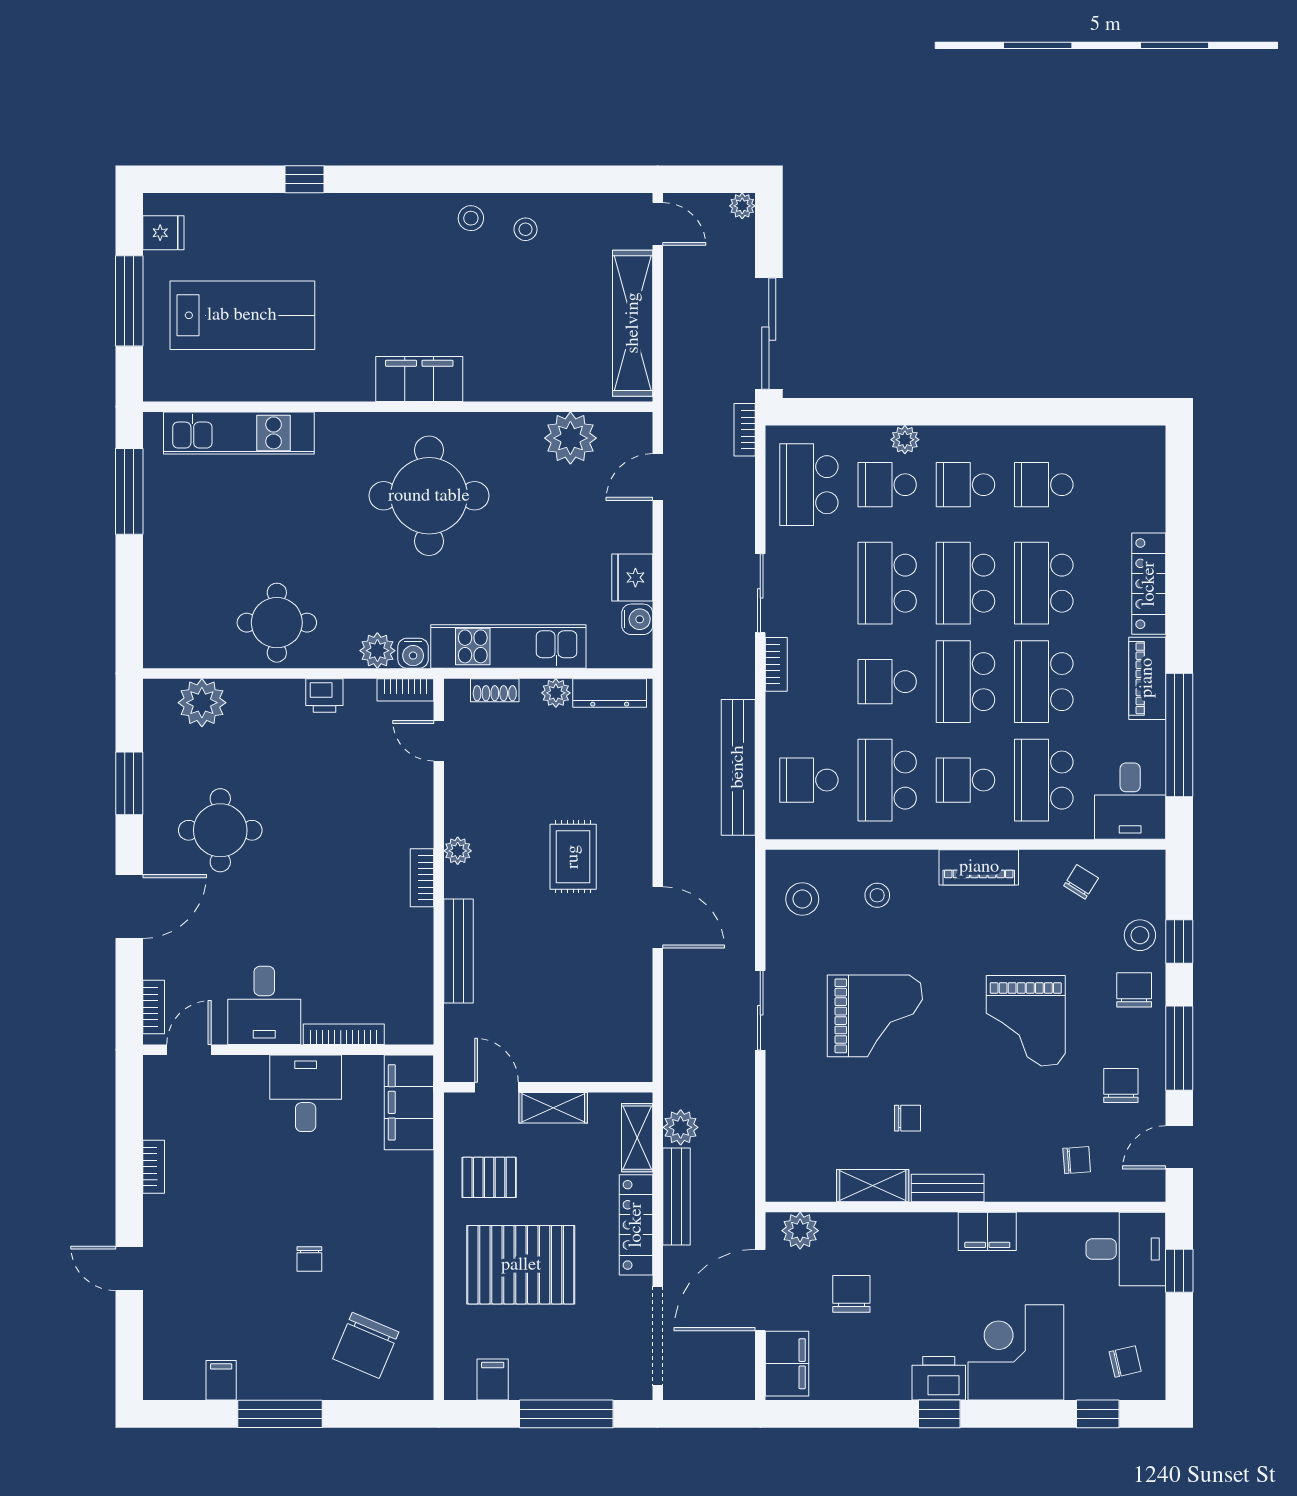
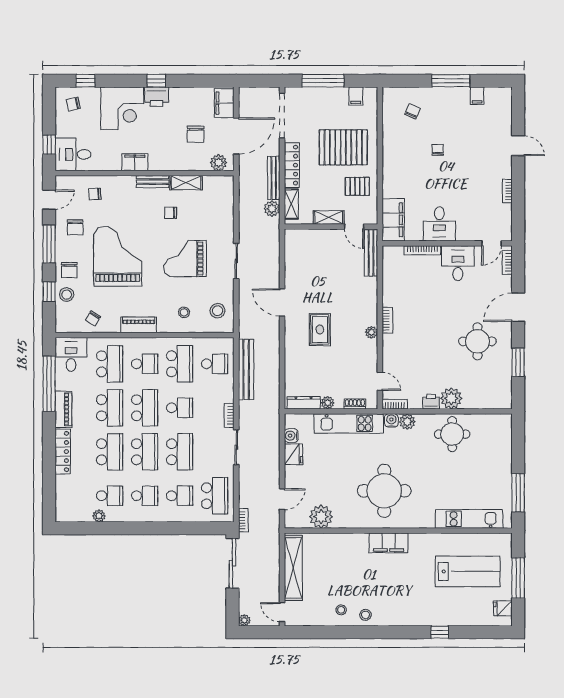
lab bench: (242, 315) -> (468, 571), turned 180
plant: (905, 440) -> (99, 516), moved
plant: (202, 703) -> (451, 398), moved
bench: (459, 951) -> (371, 253), moved
grand piano: (1026, 1021) -> (118, 256), width x1.37, depth x1.48
chair: (366, 1345) -> (412, 111), width x0.54, depth x0.54

